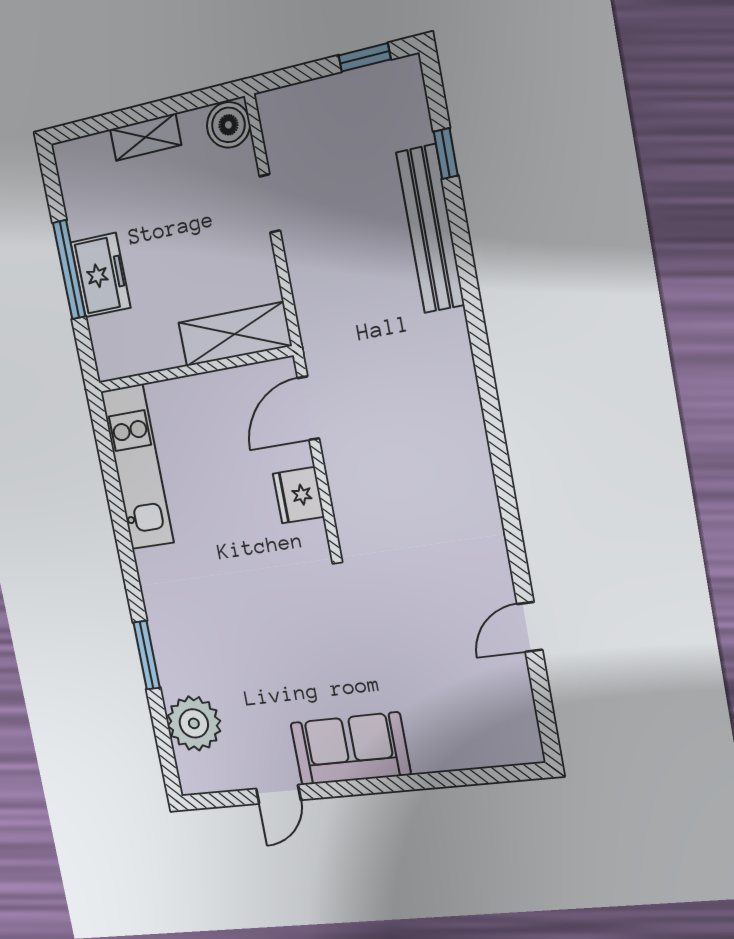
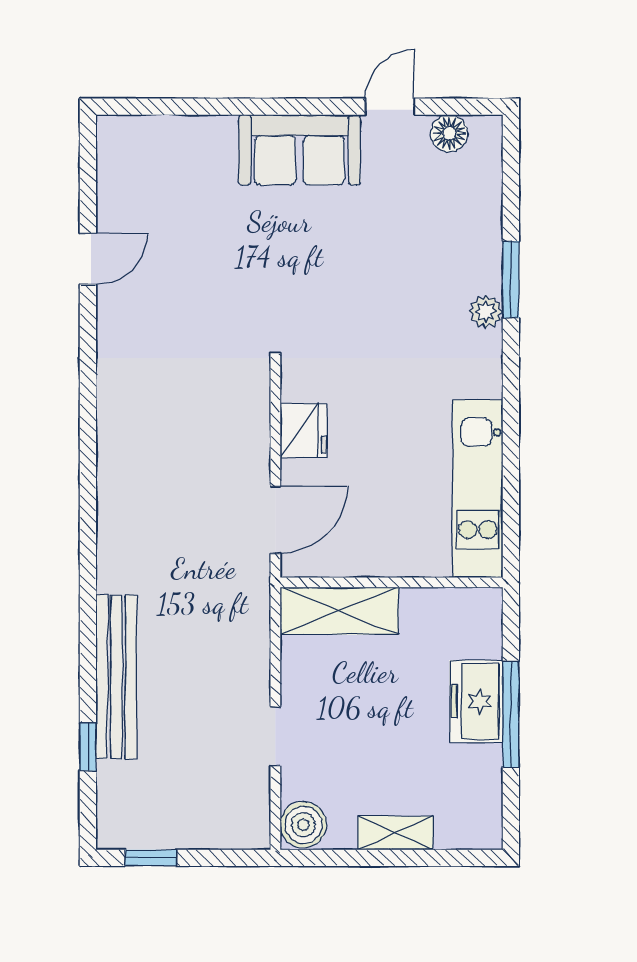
plant: (194, 723) -> (486, 312), moved, width x0.53, depth x0.53
floor lamp: (223, 776) -> (449, 133), added

